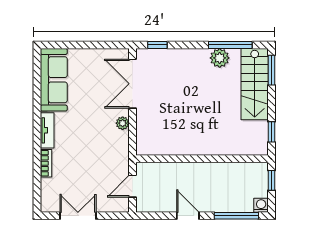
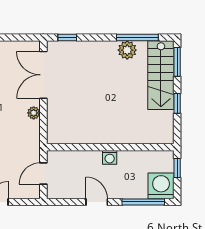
window: (272, 132) -> (177, 103), moved
washing machine: (201, 169) -> (110, 157), added
washing machine: (261, 205) -> (161, 186), width x1.89, depth x1.89

